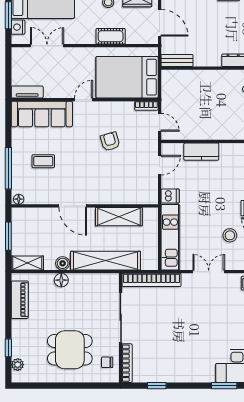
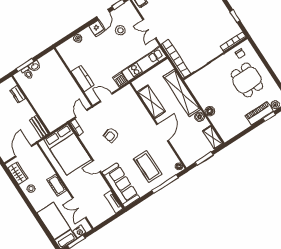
cot: (111, 36) -> (57, 185), moved
coffee table: (43, 161) -> (148, 166), width x1.86, depth x1.72
piano: (20, 300) -> (259, 113), moved

